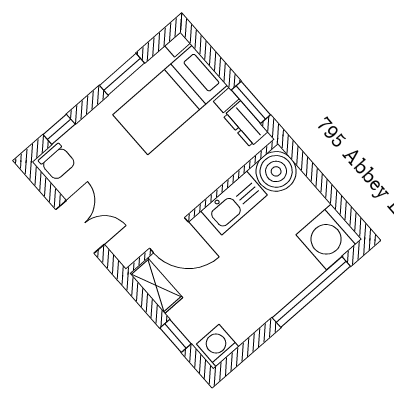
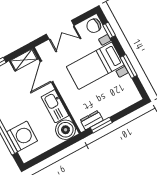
bed with nightstands: (170, 100) -> (95, 66), moved, turned -90
washing machine: (329, 237) -> (22, 136), moved, turned 90

